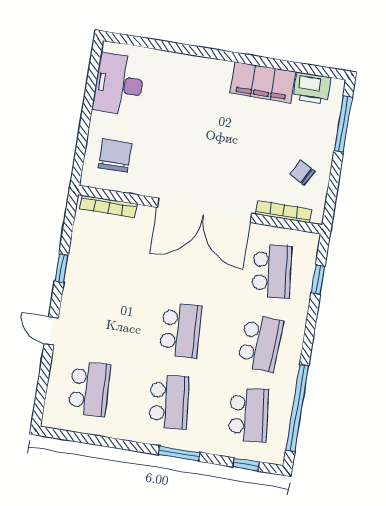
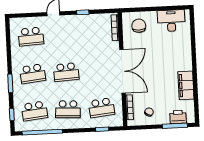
printer: (312, 88) -> (178, 117), moved, turned 90
chair: (115, 155) -> (139, 26), turned -90
double door: (204, 210) -> (123, 71), swing flipped

